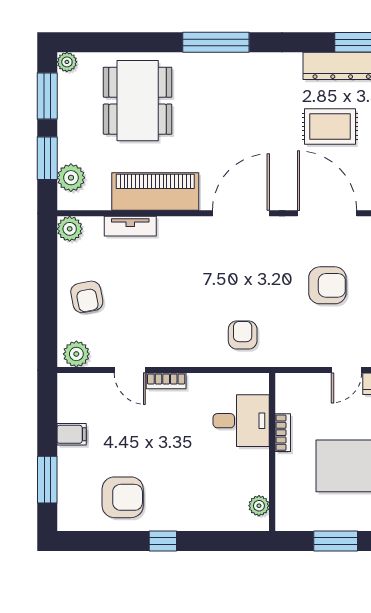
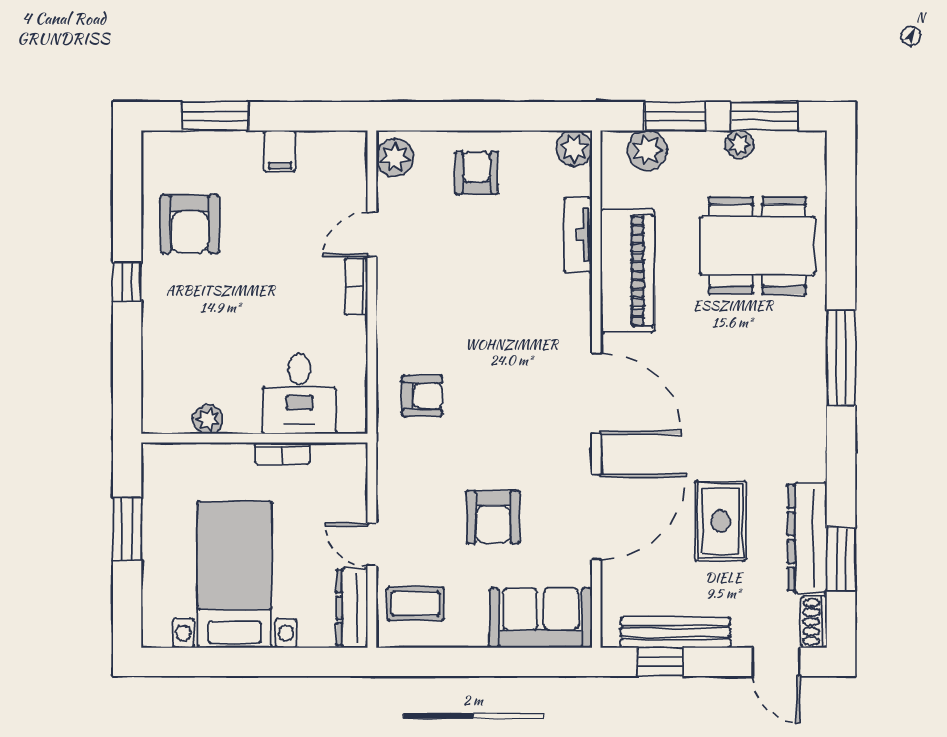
plant: (67, 62) -> (739, 144), moved
armchair: (87, 297) -> (477, 173), turned 101
plant: (259, 506) -> (208, 419), moved

